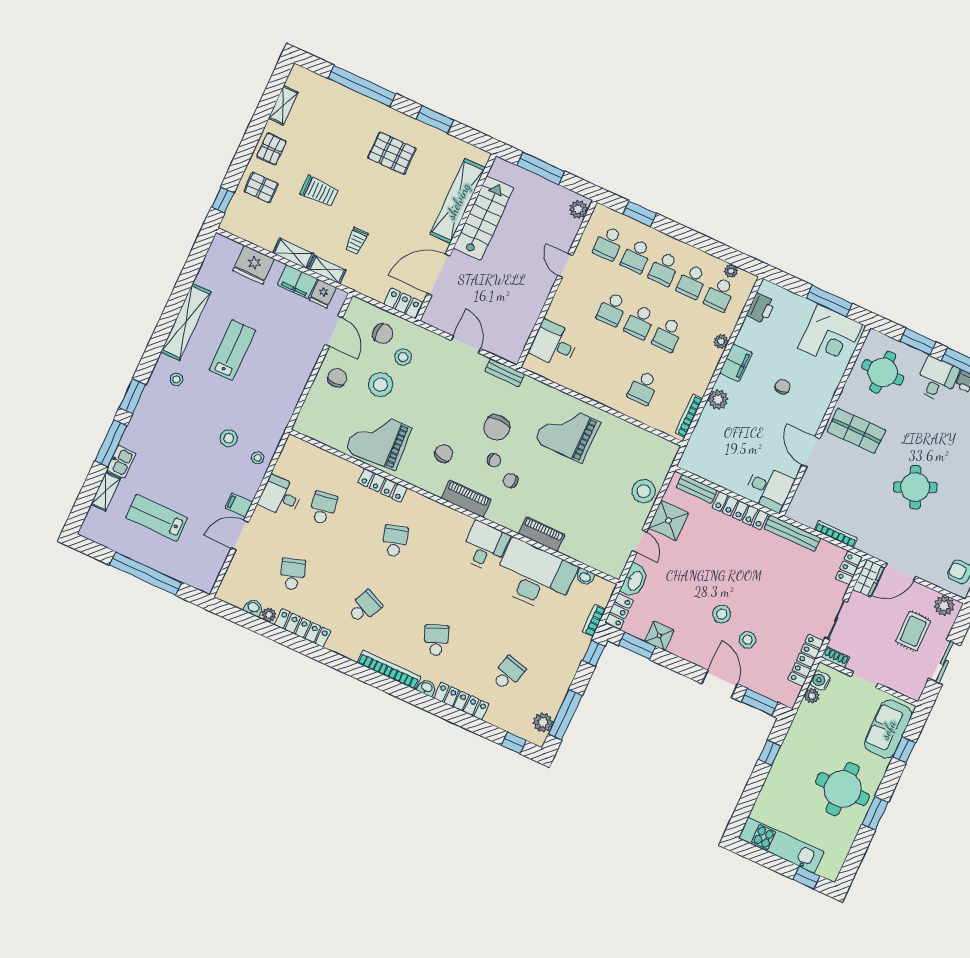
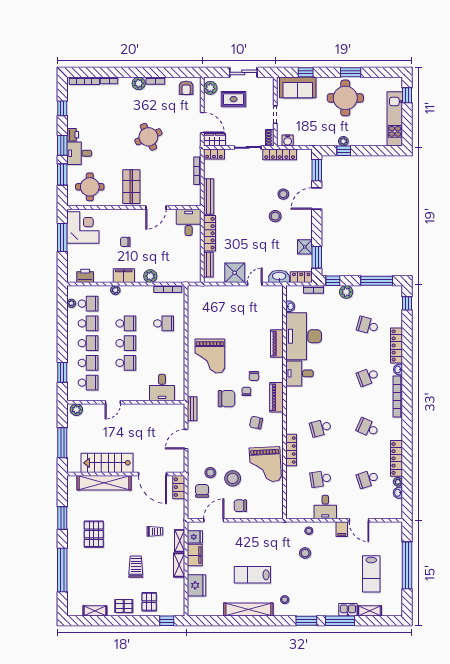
stool: (644, 491) -> (224, 295), removed
plant: (812, 696) -> (343, 141), moved
plant: (543, 722) -> (346, 292), moved

